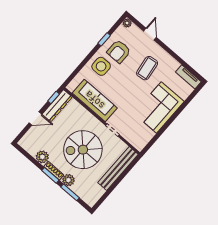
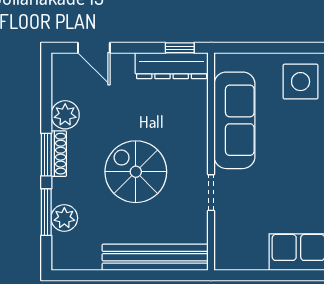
door: (35, 118) -> (94, 48), moved
spiral stairs: (83, 150) -> (136, 172), width x0.73, depth x0.73
plant: (68, 180) -> (64, 218), moved

